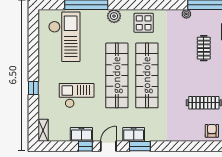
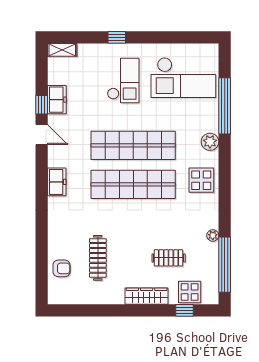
checkout: (77, 95) -> (123, 81), moved
freezer: (134, 134) -> (57, 182), moved
window: (140, 146) -> (42, 175), removed

